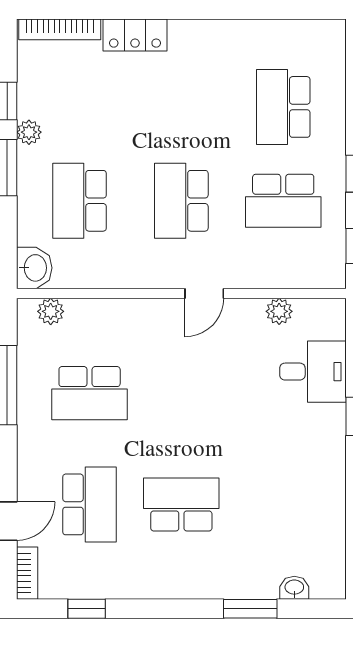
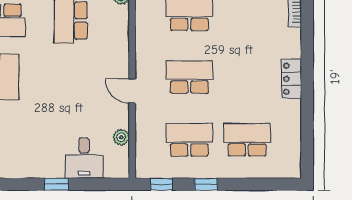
locker: (135, 35) -> (291, 79), moved
school desk: (283, 201) -> (189, 140), turned 90

